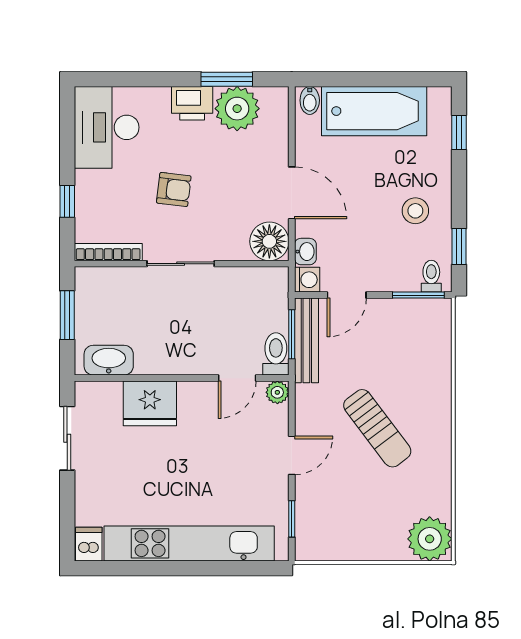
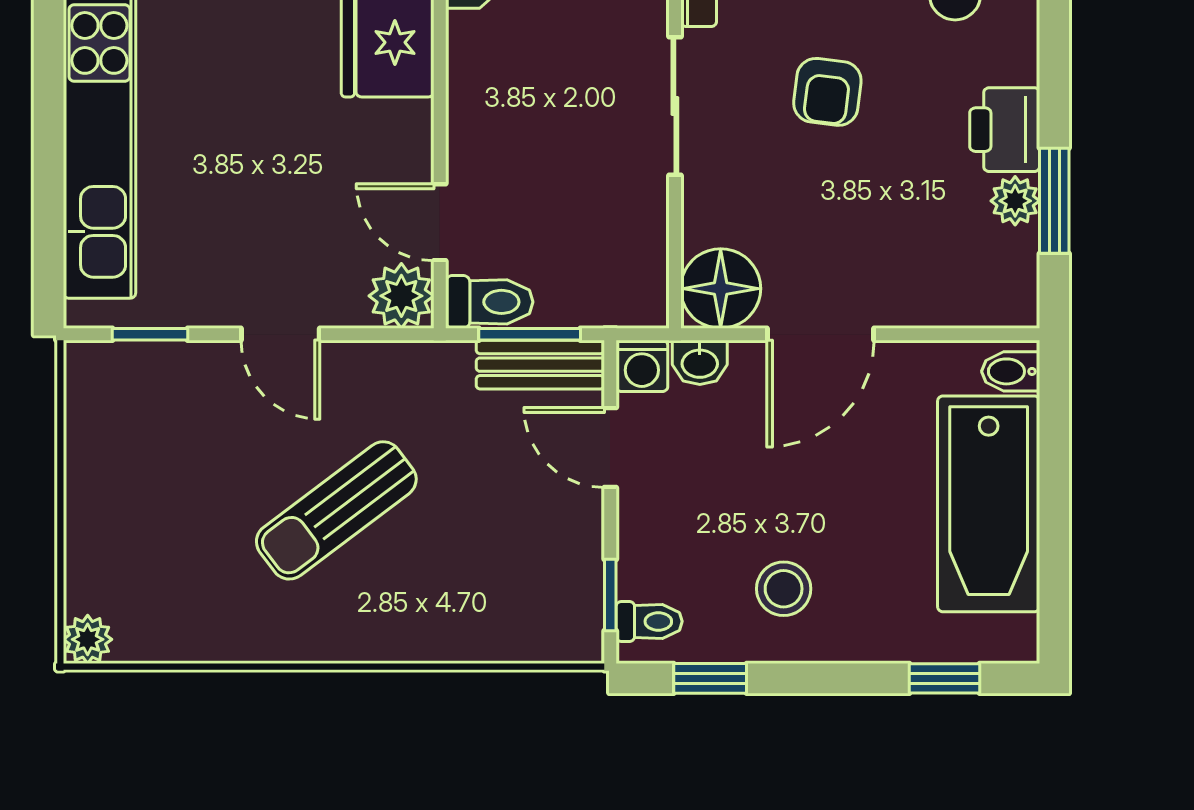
plant: (237, 109) -> (1015, 201), width x0.53, depth x0.53
window: (418, 295) -> (610, 595), width x0.67
bench: (306, 340) -> (540, 365), width x0.73
plant: (277, 392) -> (401, 296), width x1.38, depth x1.38
plant: (430, 539) -> (88, 639), width x0.53, depth x0.53

